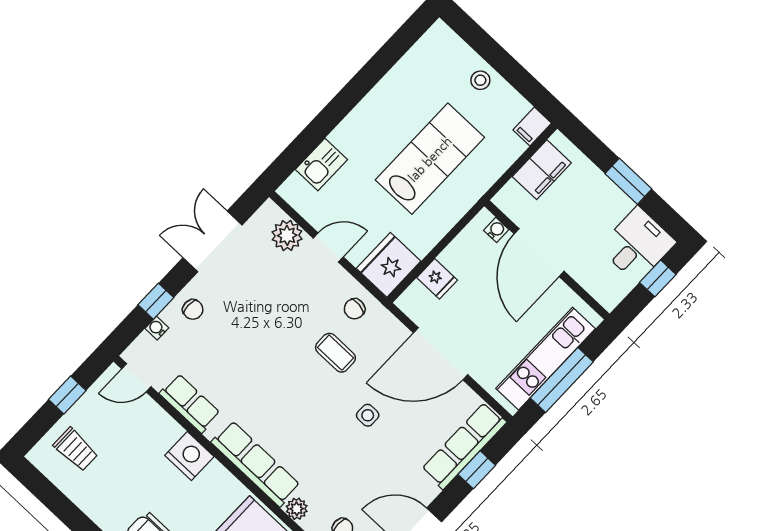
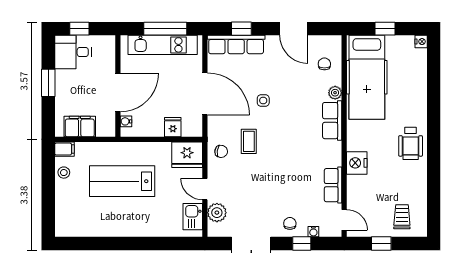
stool: (480, 80) -> (64, 173), moved
kitchen sink: (321, 165) -> (193, 217), moved, turned -90
row of seats: (256, 464) -> (332, 121), width x0.68

